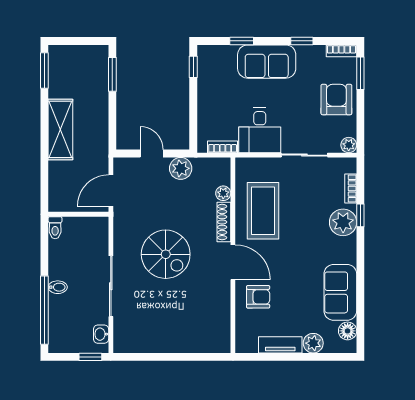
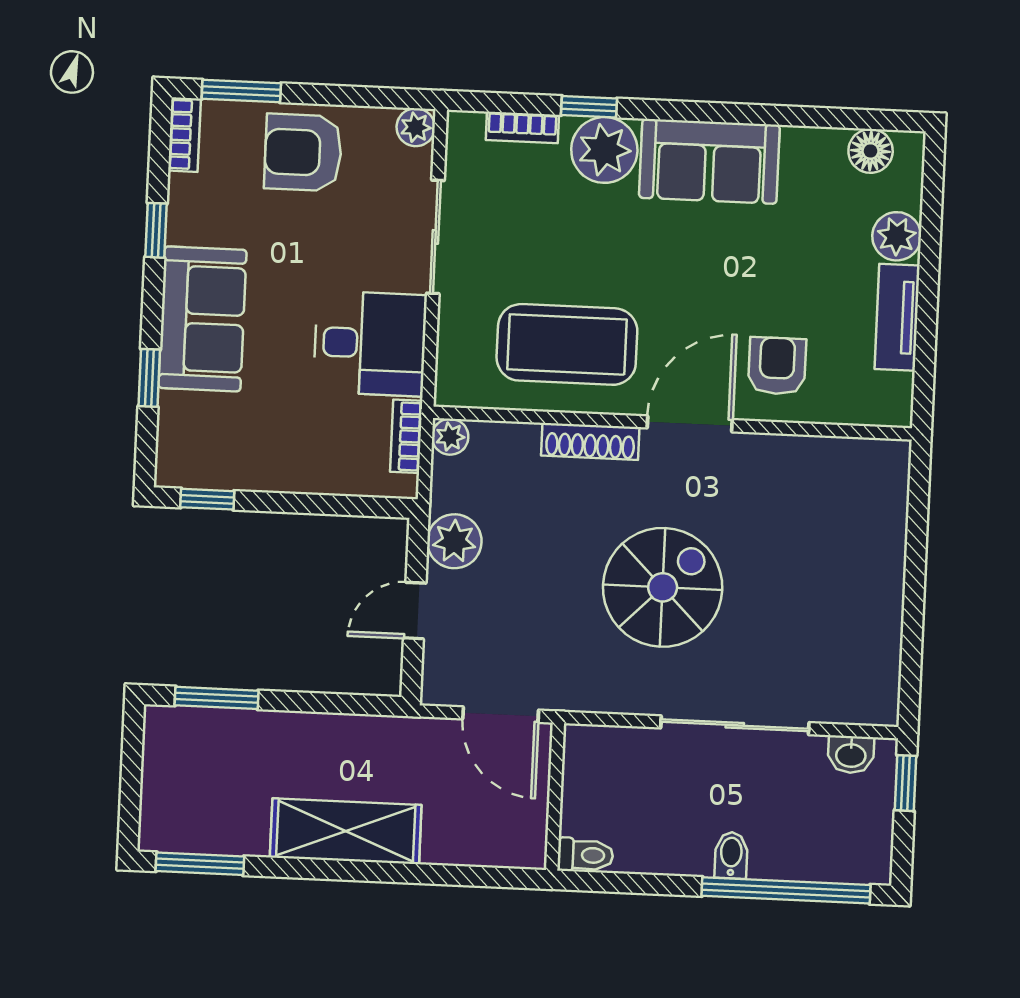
plant: (223, 193) -> (450, 437), moved
sofa: (340, 292) -> (709, 161), moved

